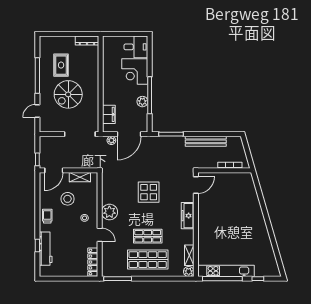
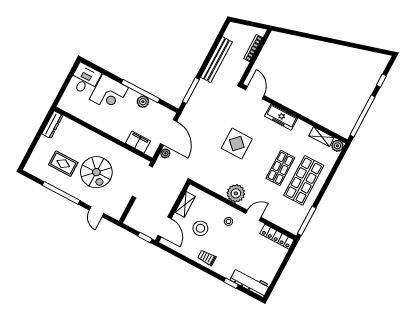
workbench: (46, 249) -> (250, 283), moved
kitchen unit: (226, 271) -> (357, 108), removed

